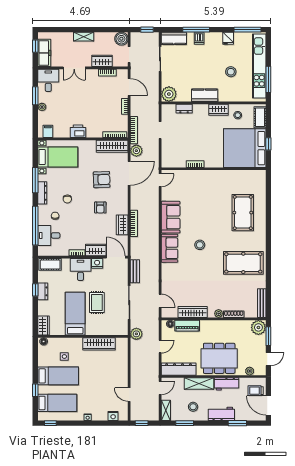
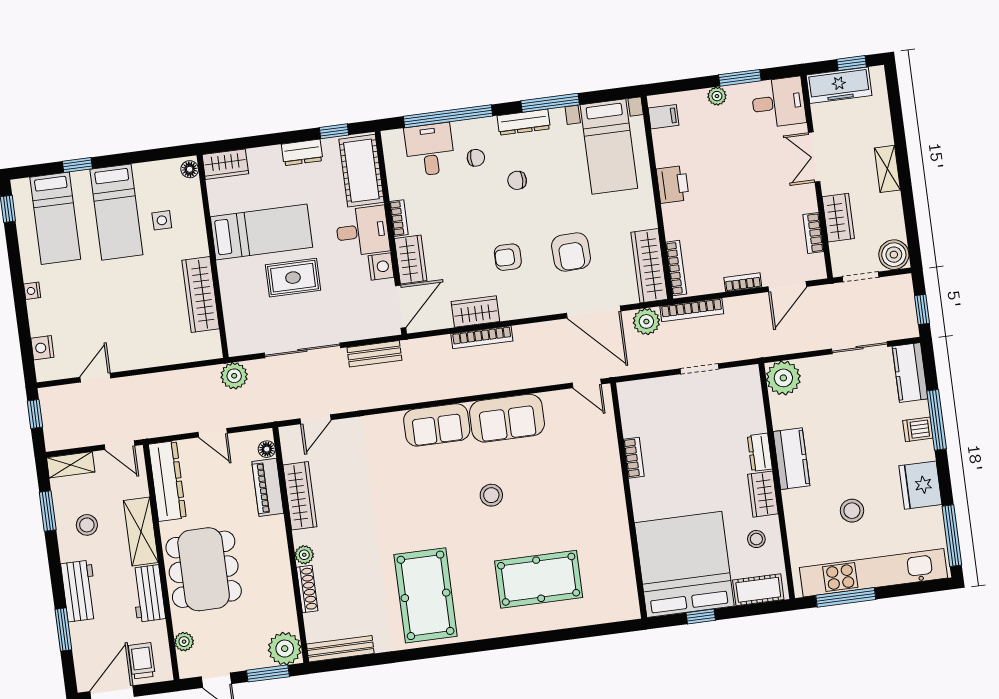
fridge: (228, 38) -> (920, 485), width x1.88, depth x1.34
dresser: (184, 109) -> (760, 452), moved
stool: (200, 245) -> (491, 495), moved
cot: (50, 264) -> (361, 171), width x1.37, depth x1.34
window: (35, 290) -> (334, 131), moved

